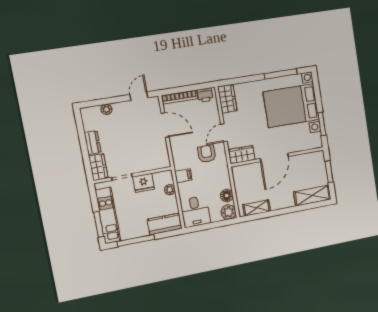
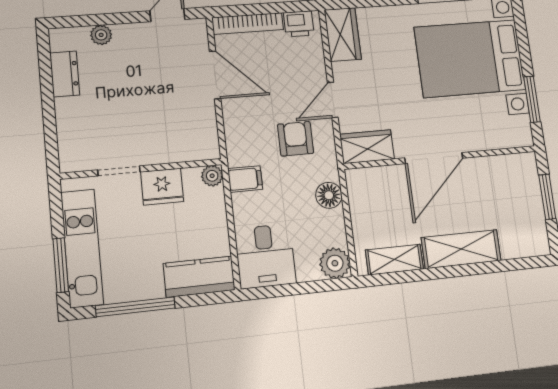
dresser: (93, 143) -> (65, 74), moved
wardrobe: (98, 167) -> (73, 147), removed
plant: (170, 190) -> (212, 176), moved
floor lamp: (227, 196) -> (329, 195), moved
shelving: (312, 196) -> (461, 249), moved

